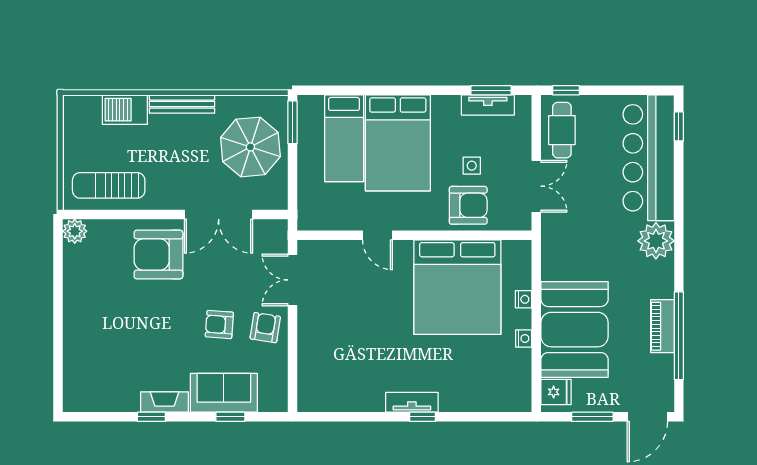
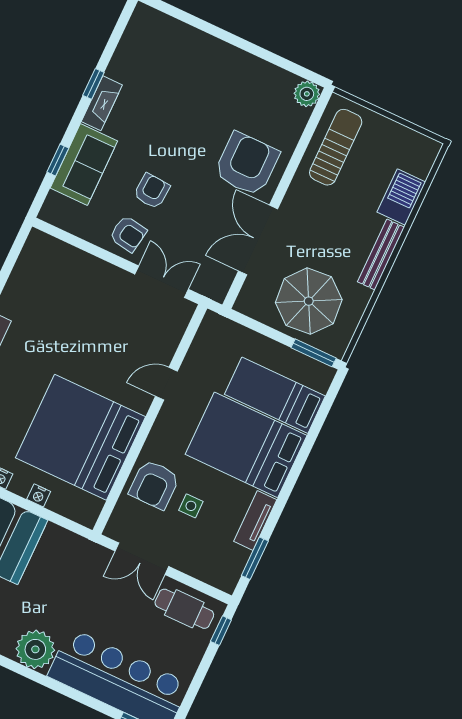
tv unit: (488, 105) -> (255, 521), moved

